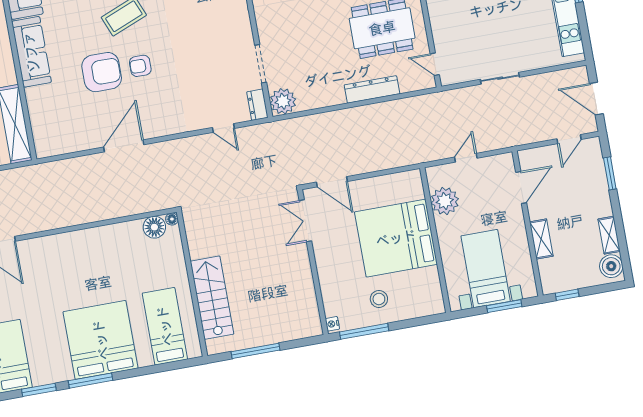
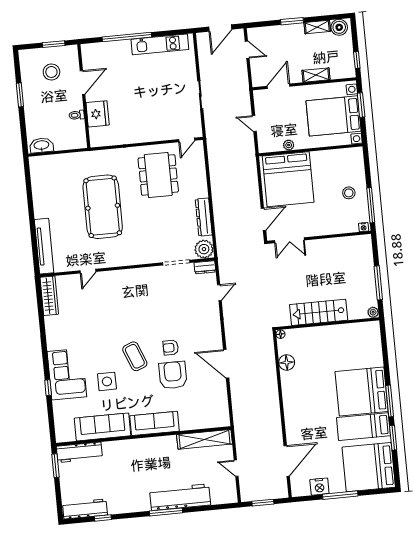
armchair: (140, 66) -> (171, 348), turned 90
dresser: (372, 89) -> (204, 217), moved
window: (610, 173) -> (292, 21), moved
door: (521, 187) -> (278, 86), hinge flipped
plant: (445, 201) -> (289, 145), width x0.53, depth x0.53
floor lamp: (154, 227) -> (287, 362), moved
bed: (396, 238) -> (288, 179), moved
bed with nightstands: (486, 269) -> (334, 116), width x1.36
stairs: (212, 298) -> (319, 312), moved
bed: (165, 326) -> (363, 427), moved
plant: (213, 347) -> (373, 312), added

